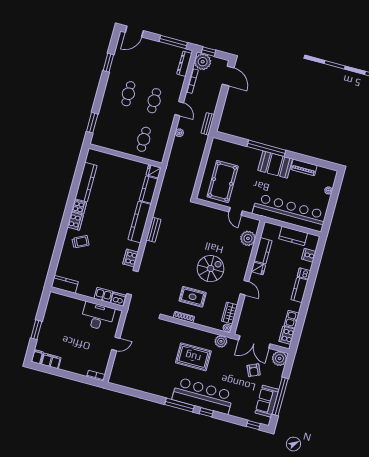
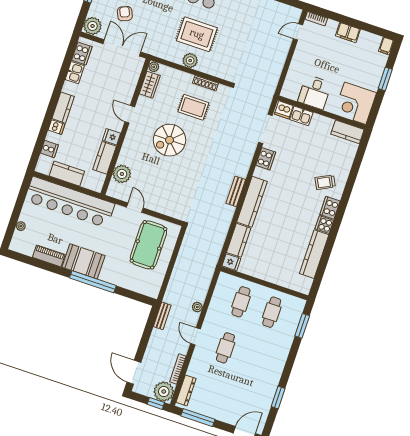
cafe table: (128, 94) -> (272, 312), moved
corner desk: (60, 308) -> (355, 103), added
desk: (98, 316) -> (315, 92), width x0.73
plant: (221, 341) -> (190, 60), moved
door: (116, 344) -> (298, 32), moved
filing cabinet: (51, 361) -> (348, 33), moved

